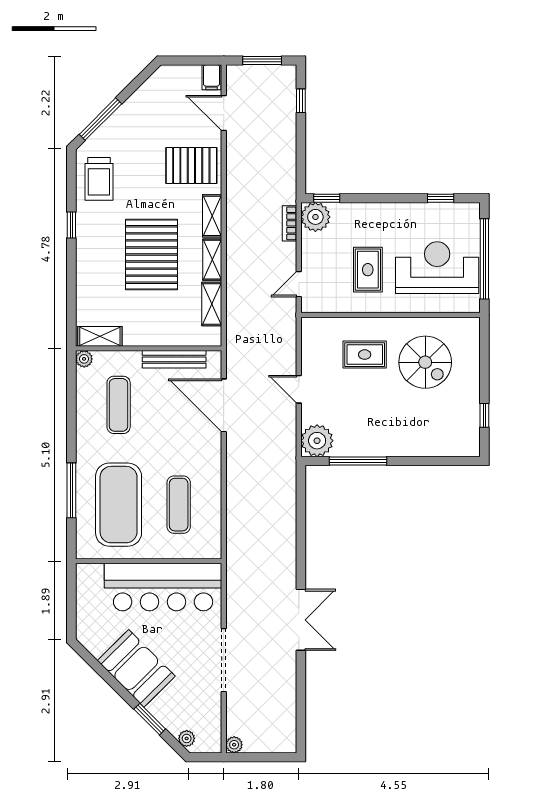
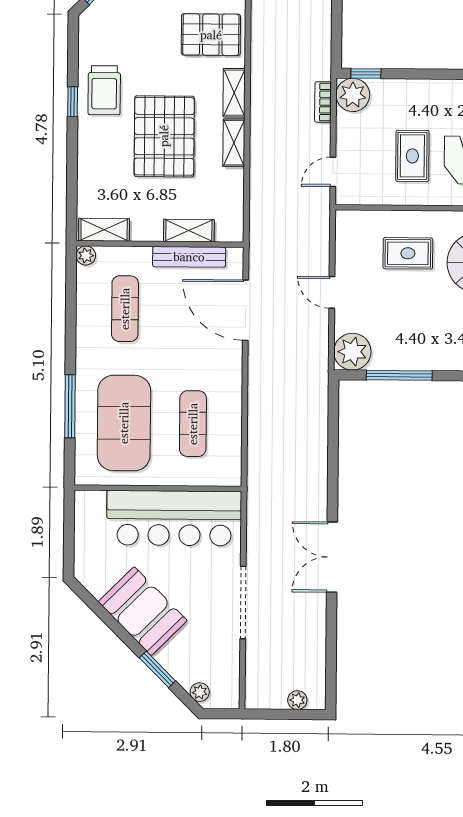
trolley: (99, 179) -> (104, 90), moved
shelving: (212, 304) -> (189, 231), moved, turned 90
double door: (301, 620) -> (332, 557), swing flipped
plant: (234, 745) -> (297, 700), moved

